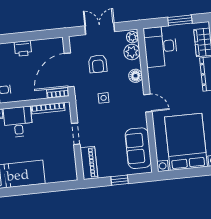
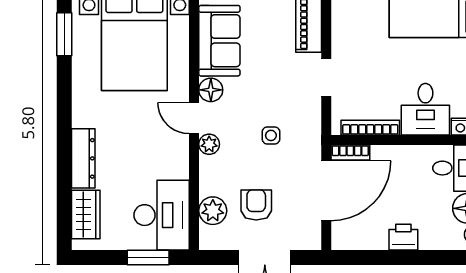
window: (180, 20) -> (148, 257), moved
plant: (132, 37) -> (209, 144), moved
armchair: (98, 64) -> (256, 205), moved
floor lamp: (136, 76) -> (211, 90), moved

